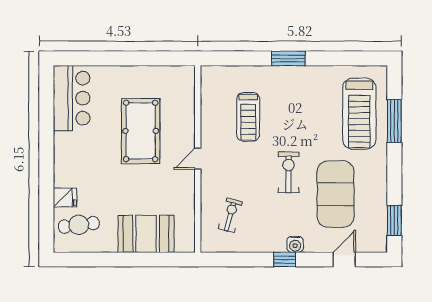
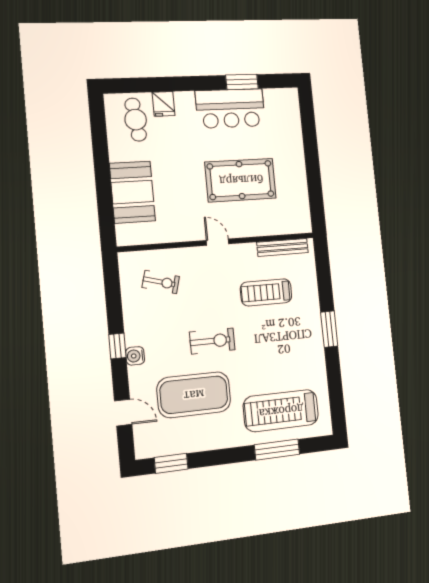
bench: (207, 96) -> (283, 247), added
bar counter: (72, 98) -> (230, 108), moved
window: (46, 120) -> (242, 82), added

